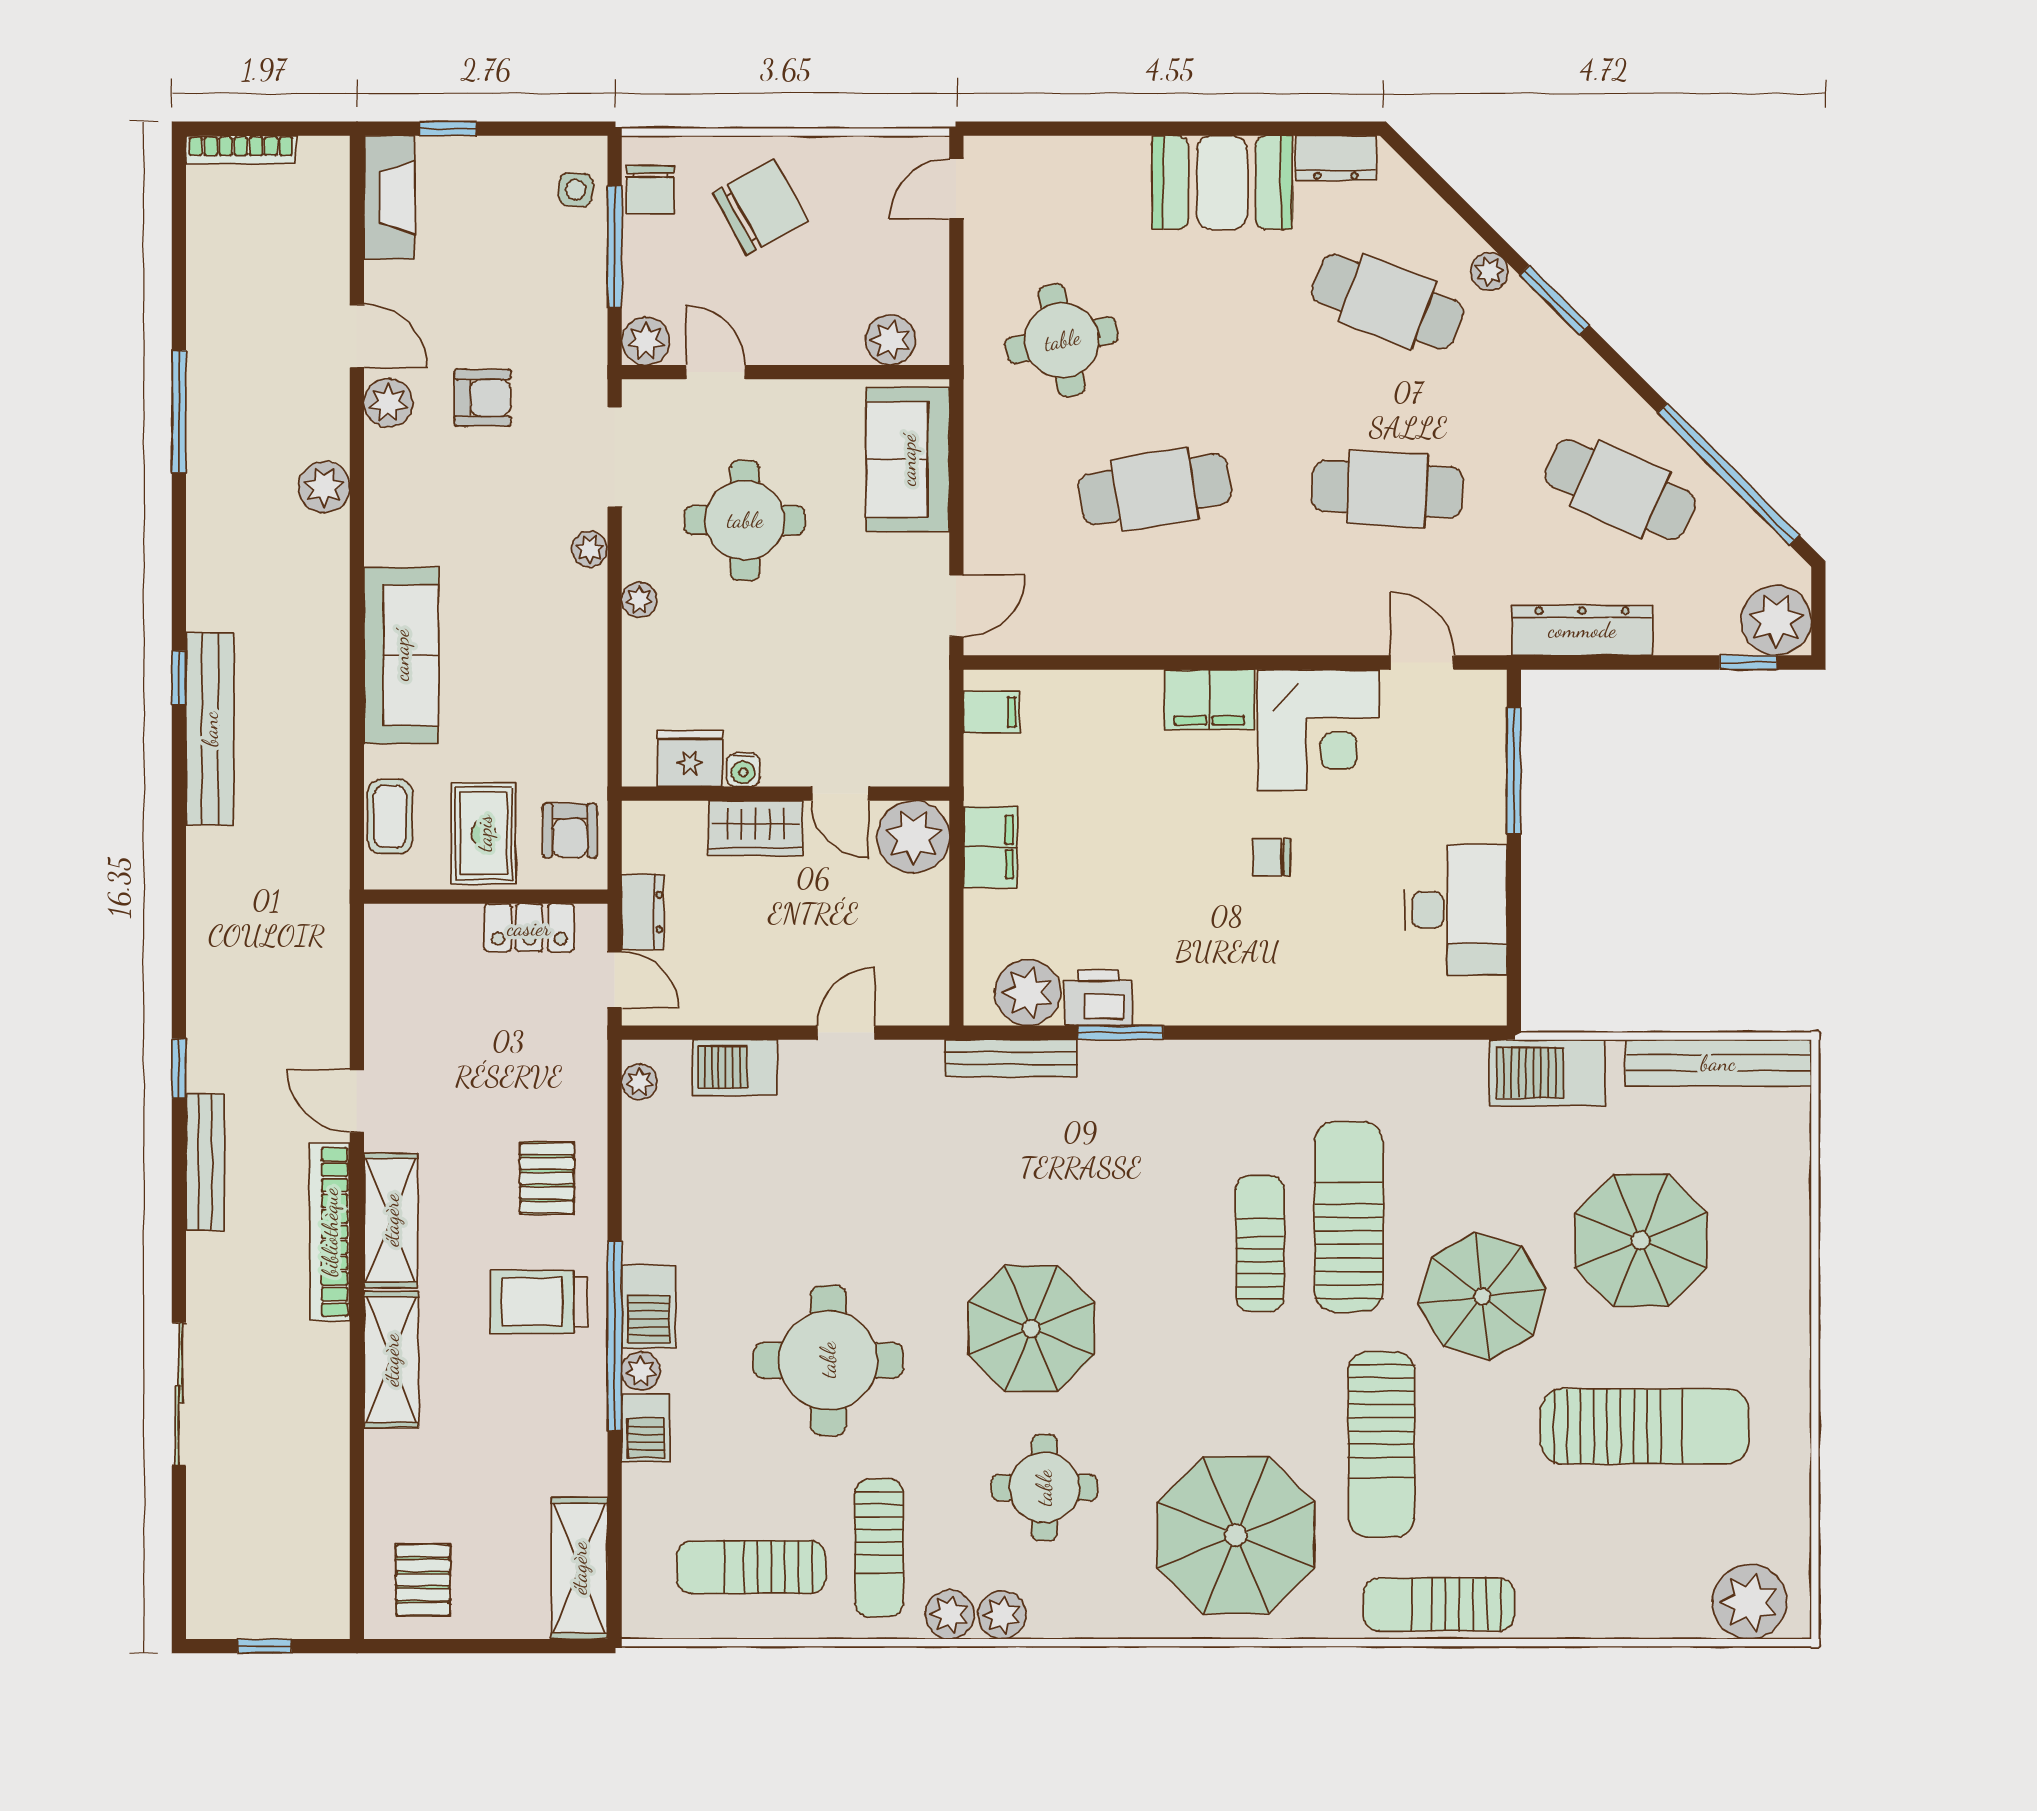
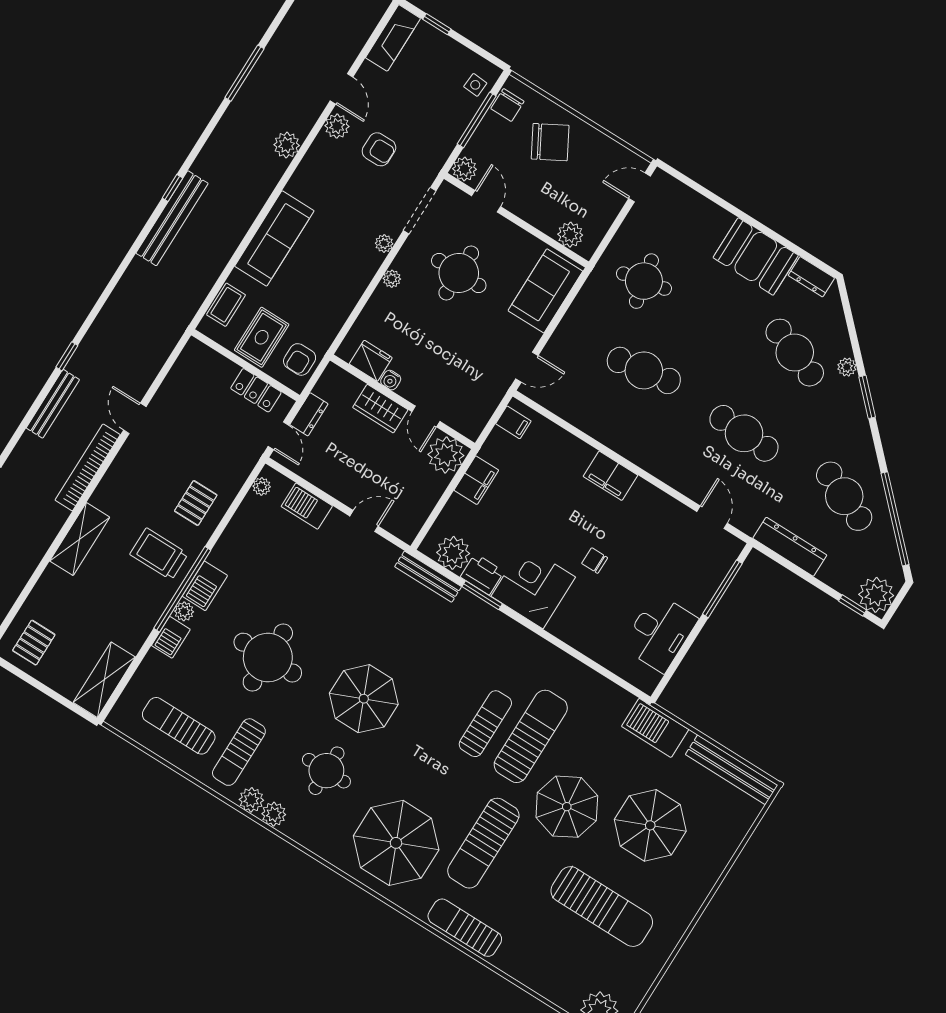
corner desk: (1318, 730) -> (533, 587), moved, turned 180
shelving: (391, 1220) -> (117, 479), removed

